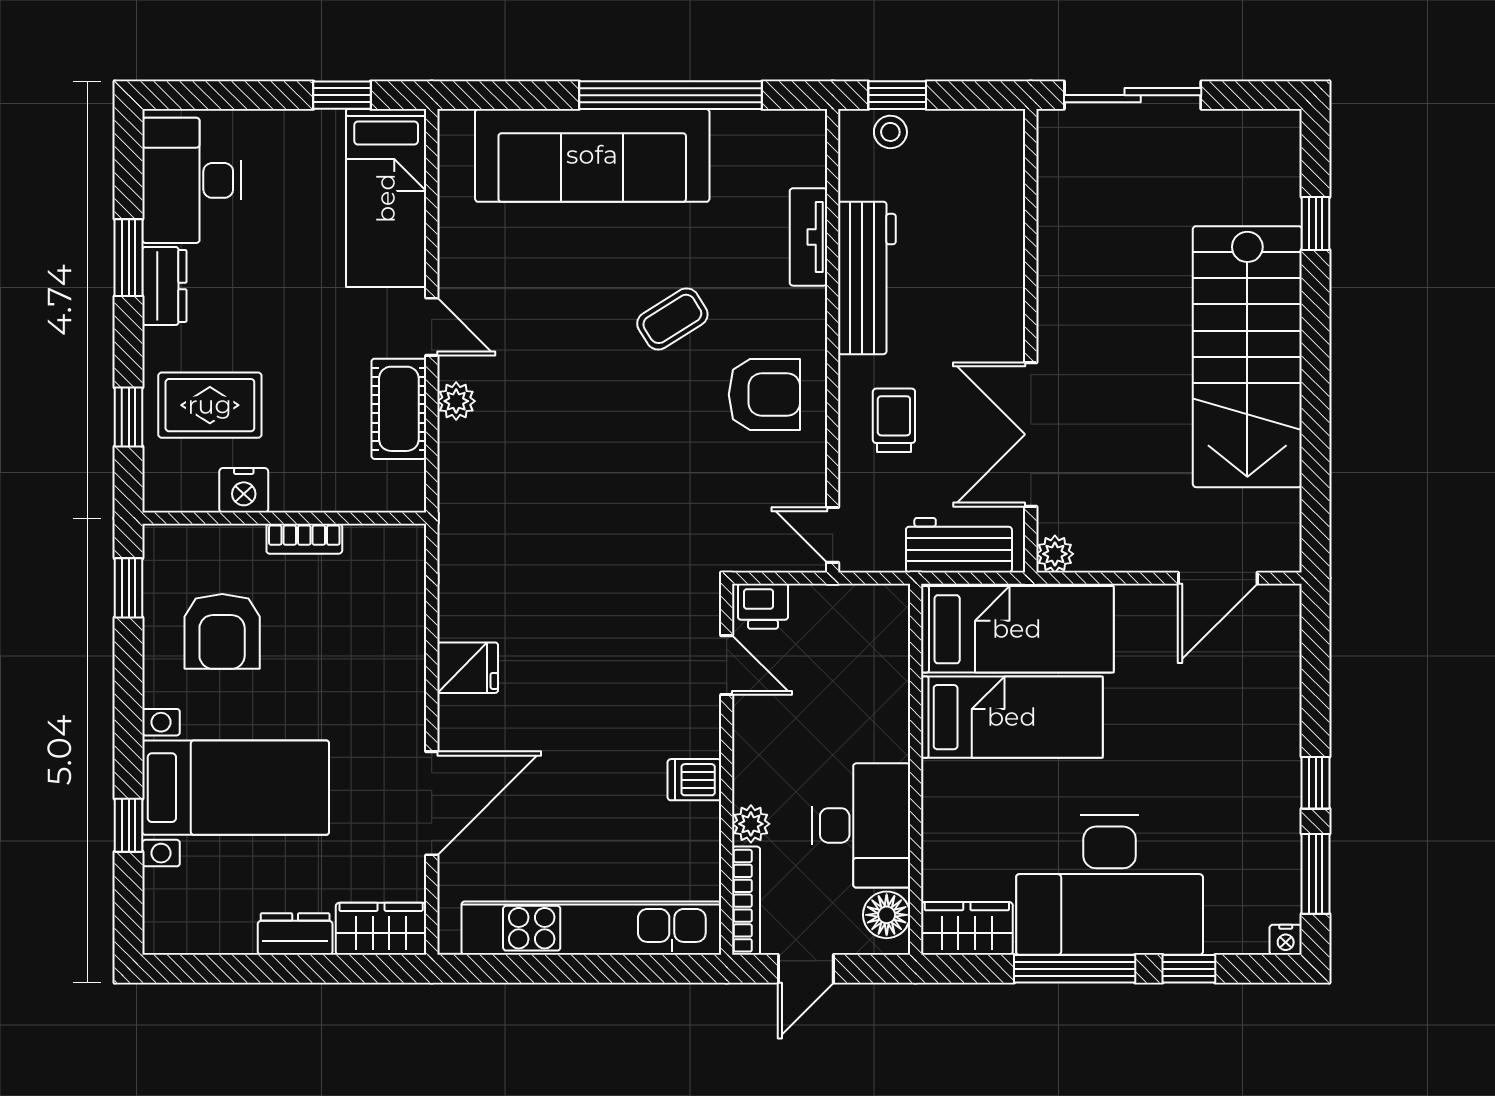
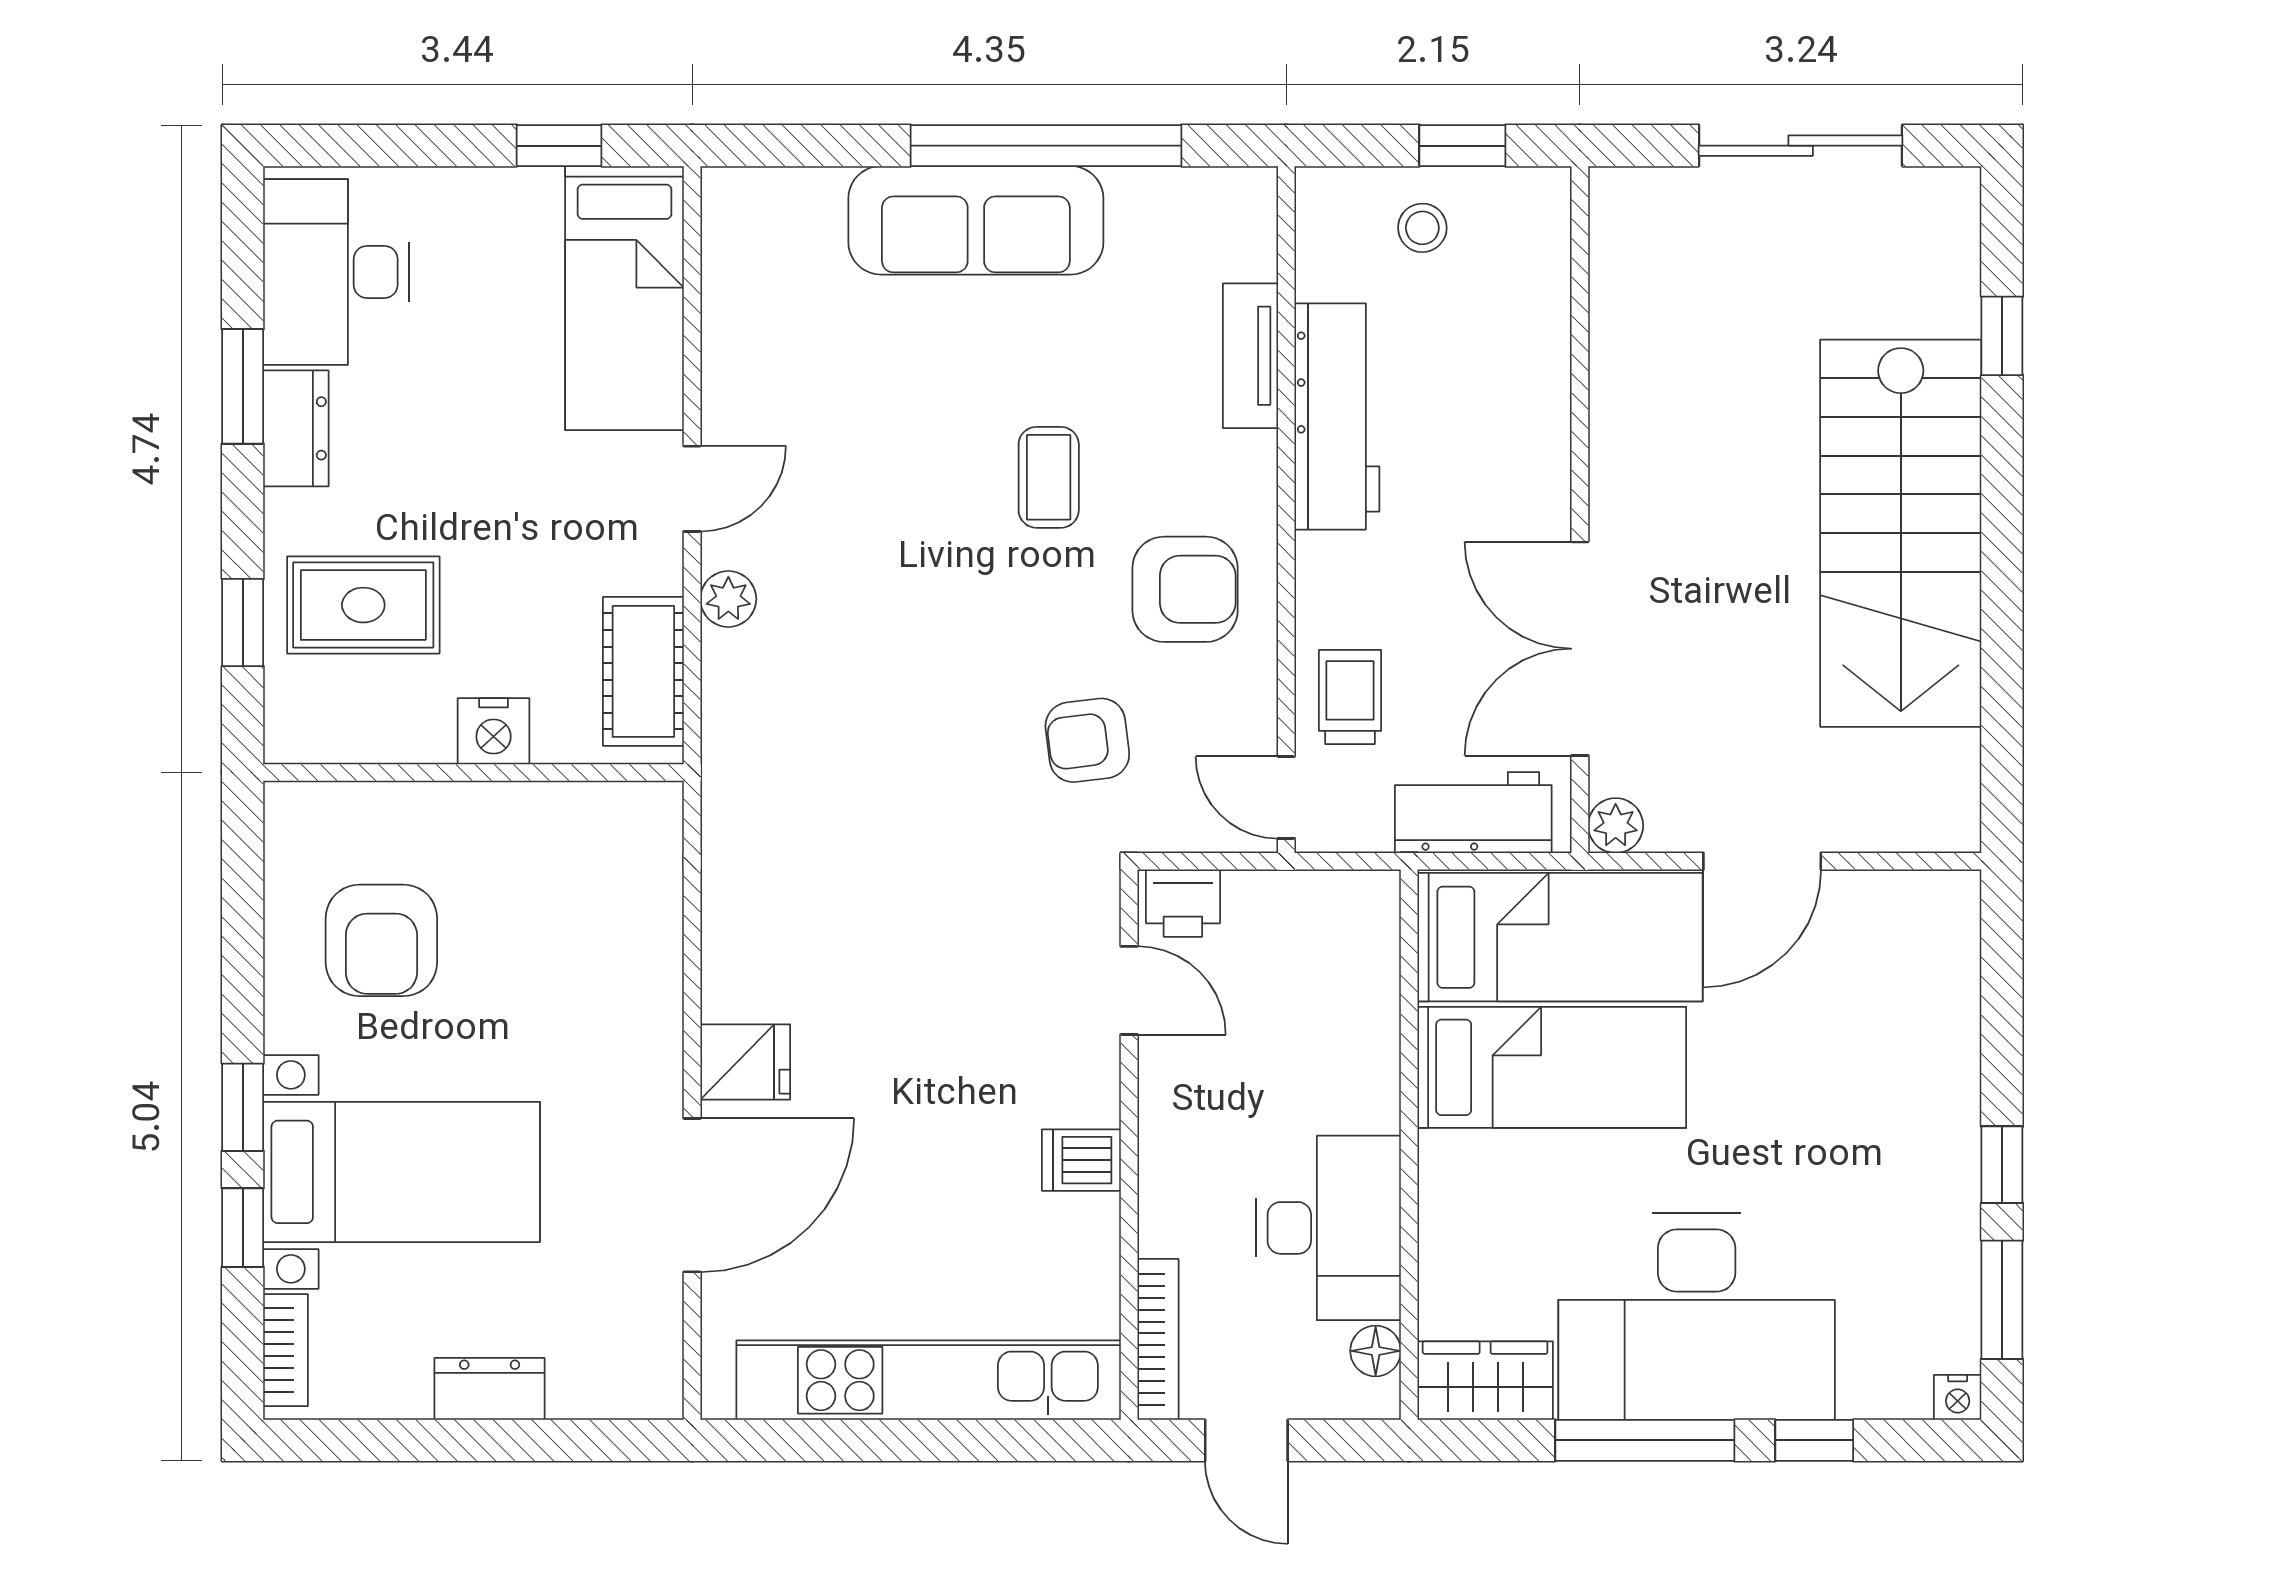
window: (897, 95) -> (1462, 146), moved
sliding door: (1133, 95) -> (1801, 146), moved
stool: (890, 132) -> (1422, 228), moved
sofa: (592, 155) -> (976, 220), width x0.74, depth x0.79
coffee table: (672, 319) -> (1049, 477), turned -58
door: (432, 327) -> (692, 489), hinge flipped
cot: (399, 409) -> (643, 671), moved
trolley: (894, 420) -> (1350, 697), moved
nightstand: (244, 490) -> (494, 731), moved
armchair: (698, 496) -> (1087, 740), added
bookcase: (304, 539) -> (286, 1350), moved, turned -90
door: (1218, 578) -> (1762, 861), moved
window: (129, 588) -> (243, 1107), moved
fridge: (468, 668) -> (745, 1062), moved
plant: (751, 824) -> (1165, 1226), removed
floor lamp: (887, 915) -> (1376, 1351), width x0.73, depth x0.73
wardrobe: (381, 929) -> (617, 1381), removed
door: (806, 969) -> (1246, 1440), hinge flipped

